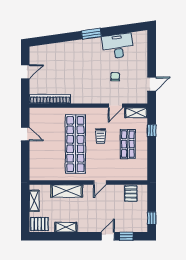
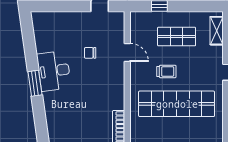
desk: (118, 46) -> (54, 71), moved
shelving: (136, 113) -> (217, 31), moved

